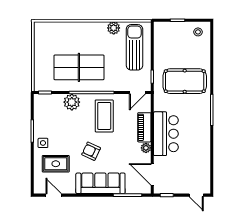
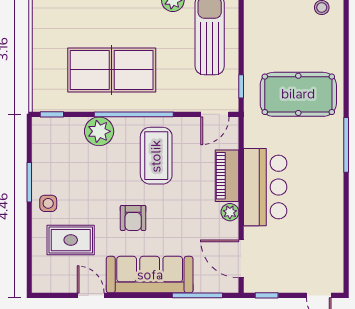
armchair: (91, 151) -> (133, 218), turned -115
door: (54, 195) -> (91, 295), moved

